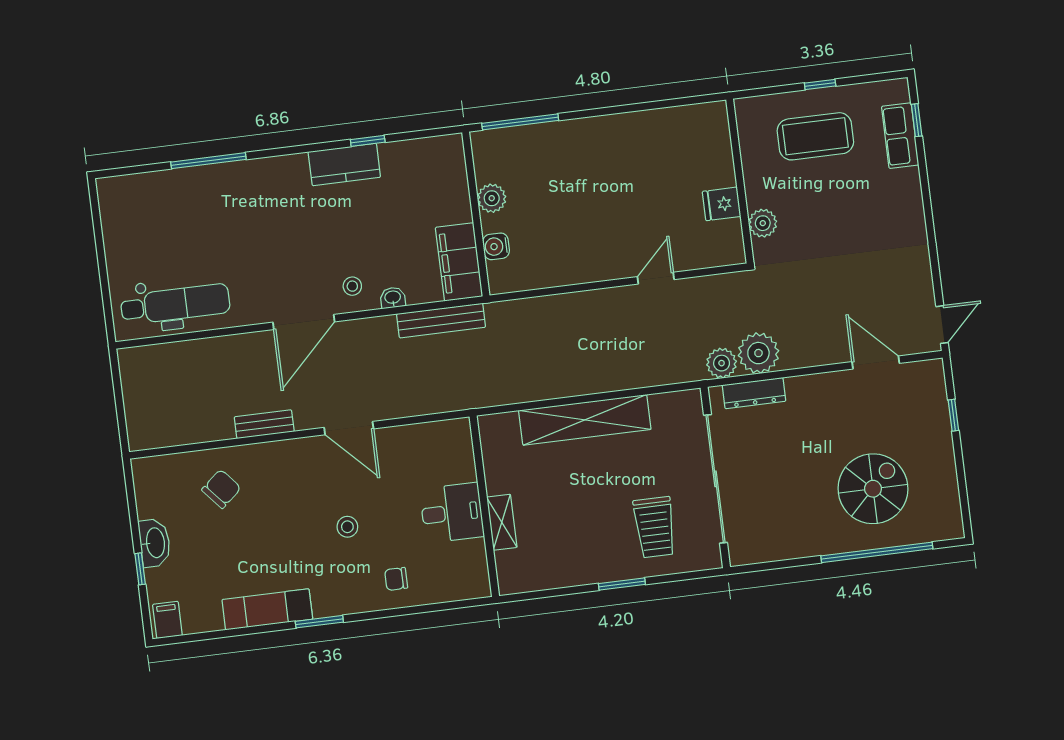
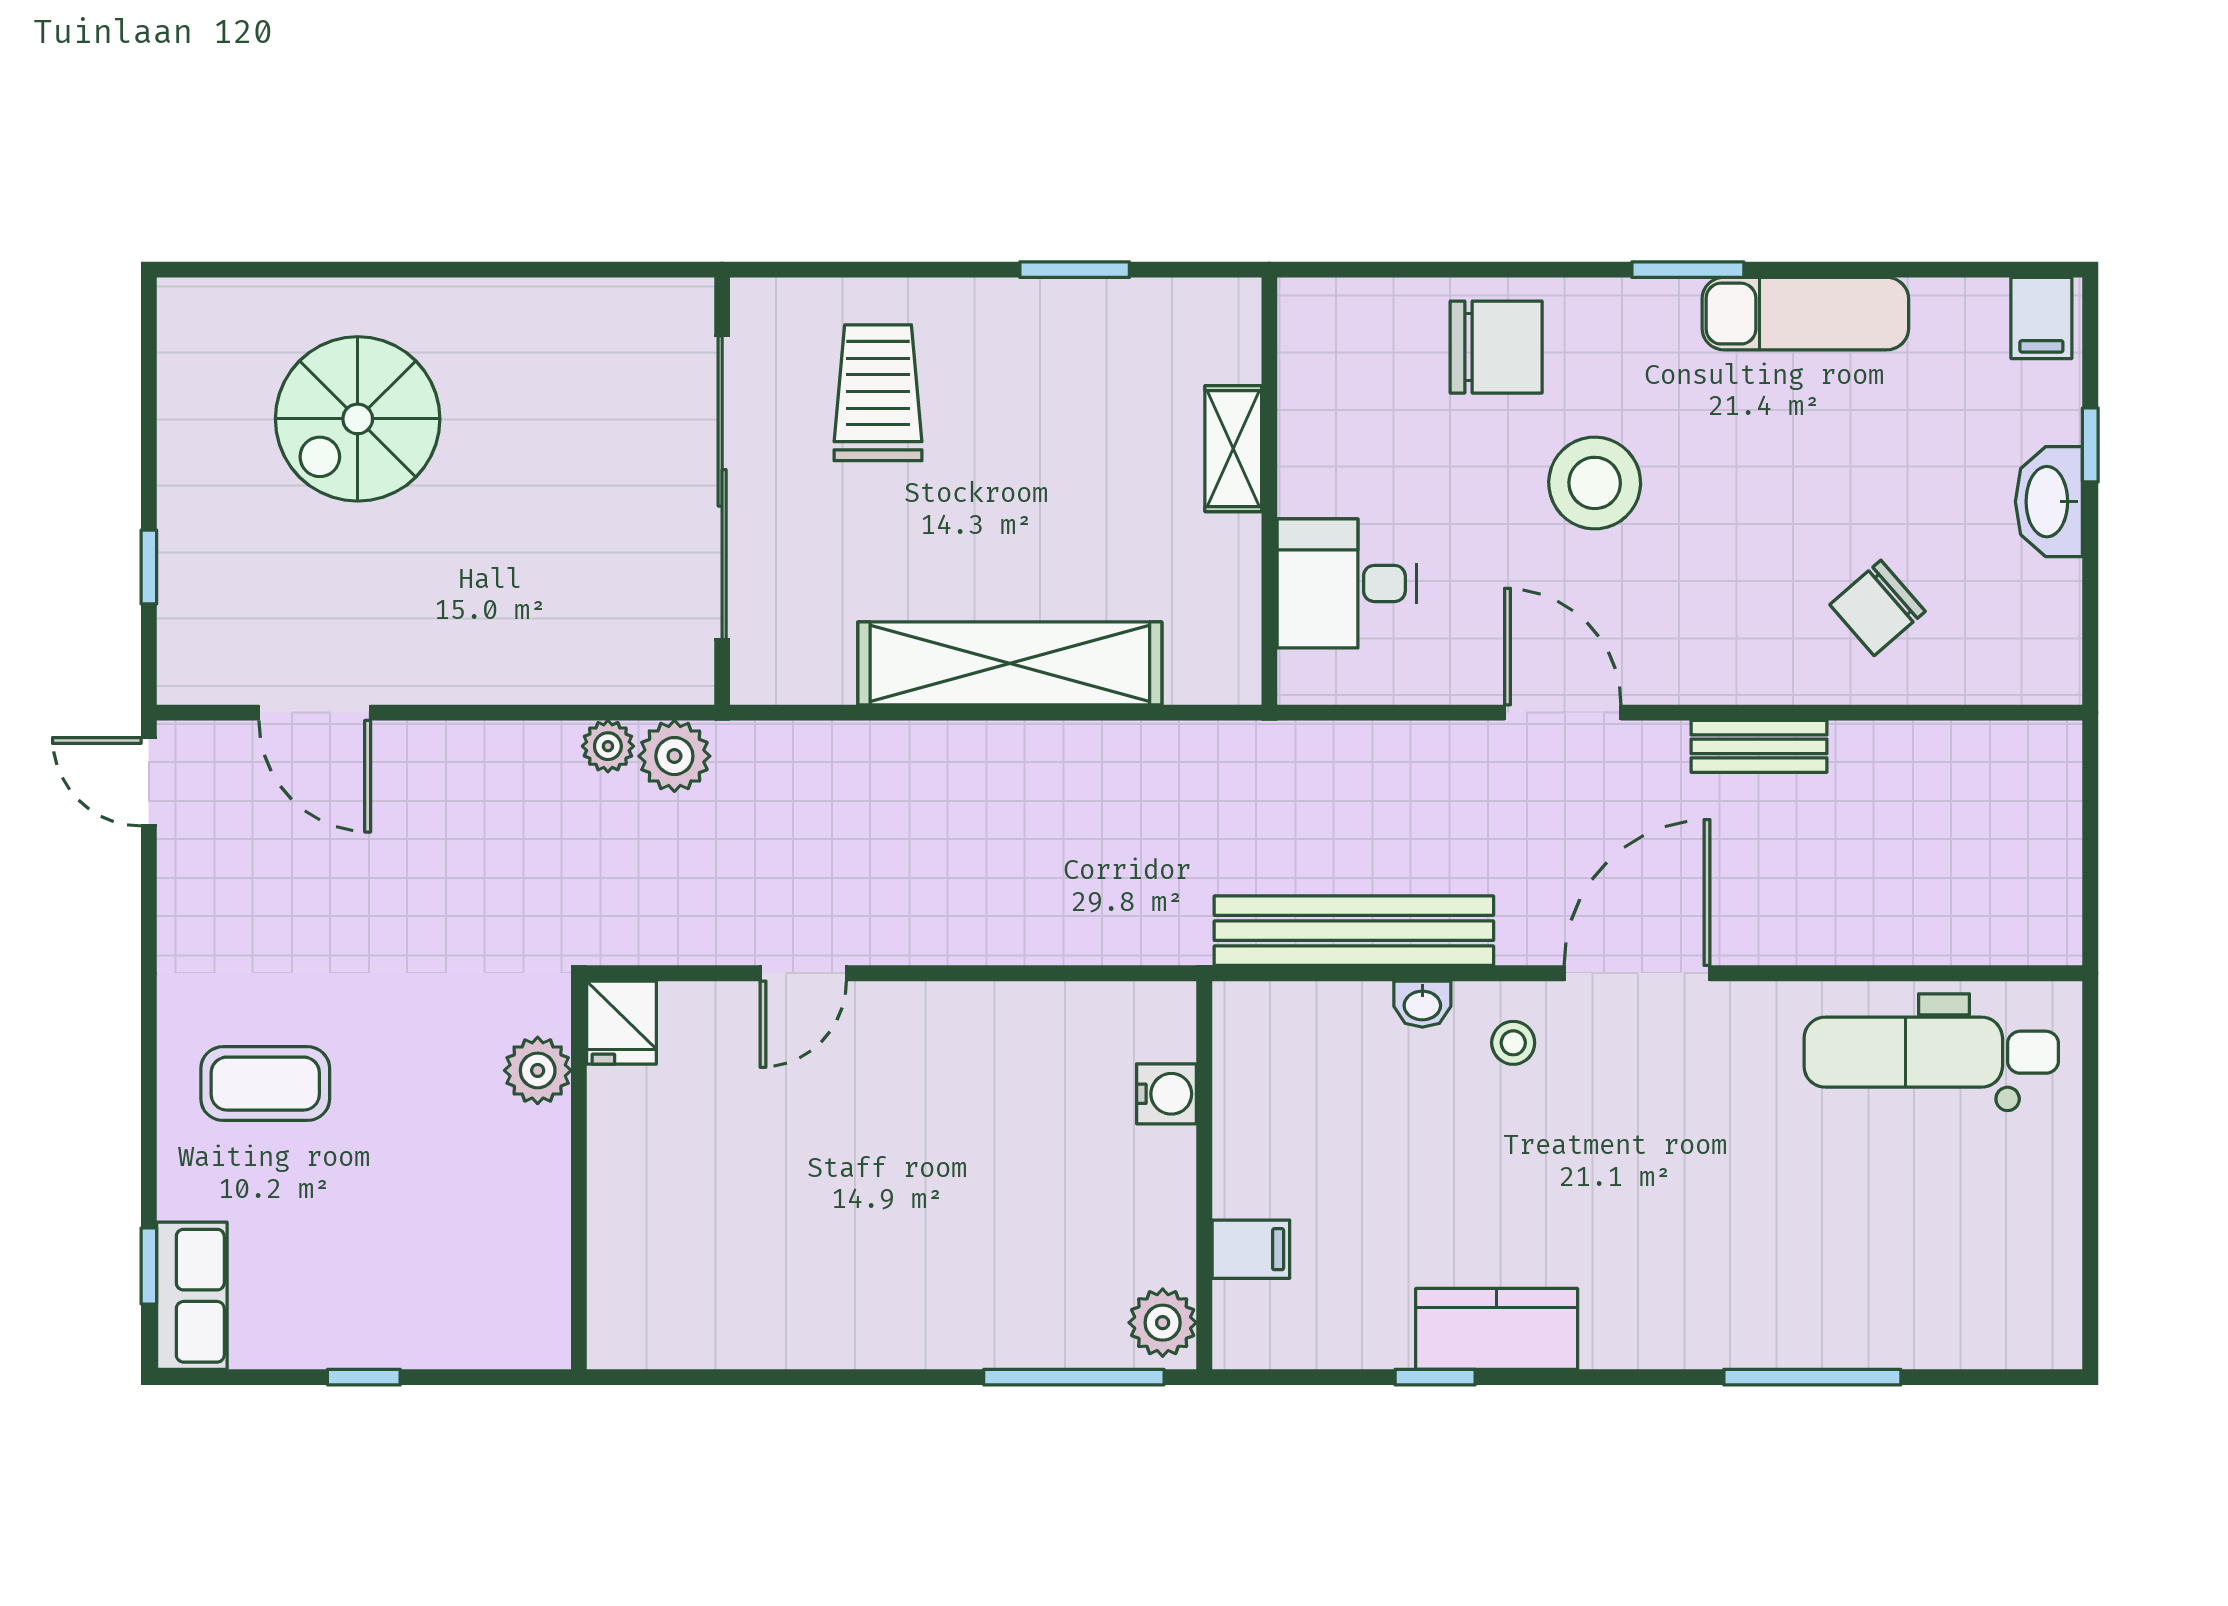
coffee table: (815, 136) -> (265, 1084), moved, width x0.73, depth x0.76
row of seats: (900, 136) -> (192, 1296), moved
plant: (492, 198) -> (1163, 1323), moved
fridge: (722, 204) -> (621, 1023), moved, turned 90
filing cabinet: (459, 262) -> (1251, 1249), moved, width x0.33, depth x0.86
bench: (441, 321) -> (1354, 931), width x1.37, depth x1.21
door: (942, 325) -> (149, 782), hinge flipped
plant: (758, 353) -> (608, 746), width x0.53, depth x0.53
dresser: (754, 393) -> (607, 677), removed
desk: (452, 513) -> (1347, 583), moved
stool: (347, 527) -> (1595, 483), width x1.89, depth x1.89
window: (877, 552) -> (367, 270), removed
chair: (396, 579) -> (1496, 347), width x1.87, depth x1.87
window: (622, 584) -> (1075, 270), moved

